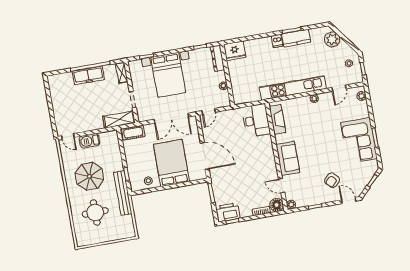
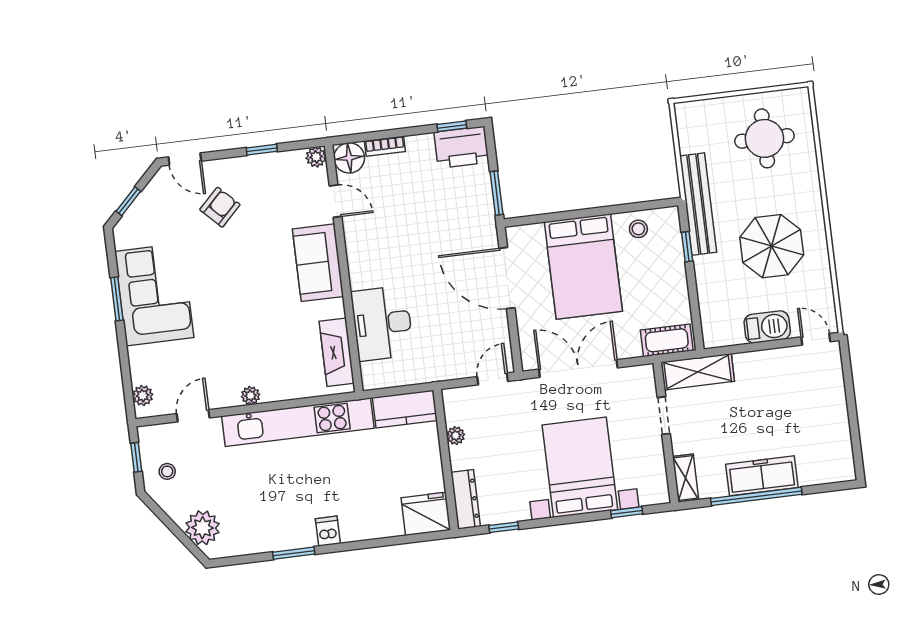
kitchen counter: (296, 38) -> (405, 409), moved, turned 180
desk: (256, 120) -> (382, 323), moved
round table: (95, 212) -> (764, 138), moved

